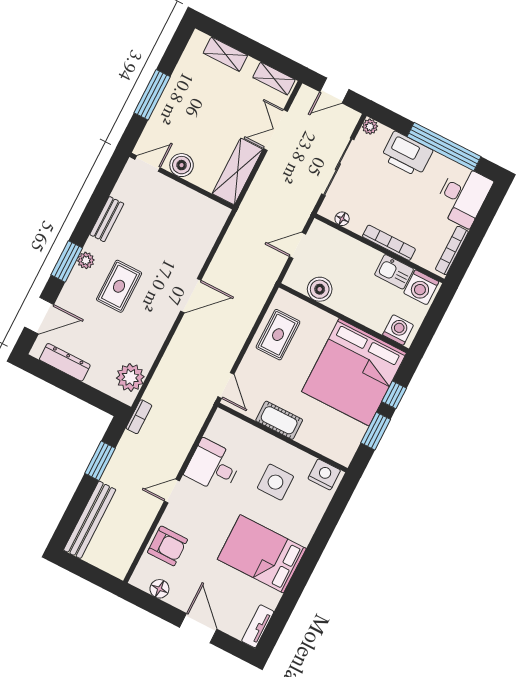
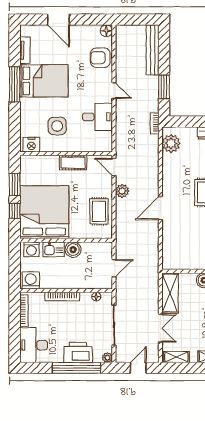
window: (444, 147) -> (76, 368), moved
kitchen sink: (394, 272) -> (54, 249), moved, turned 180
boiler: (320, 289) -> (73, 250), moved
plant: (232, 346) -> (122, 191), added
door: (172, 491) -> (114, 91), hinge flipped
window: (305, 570) -> (15, 84), added
floor lamp: (159, 589) -> (106, 31), moved
tv unit: (258, 626) -> (25, 50), moved

